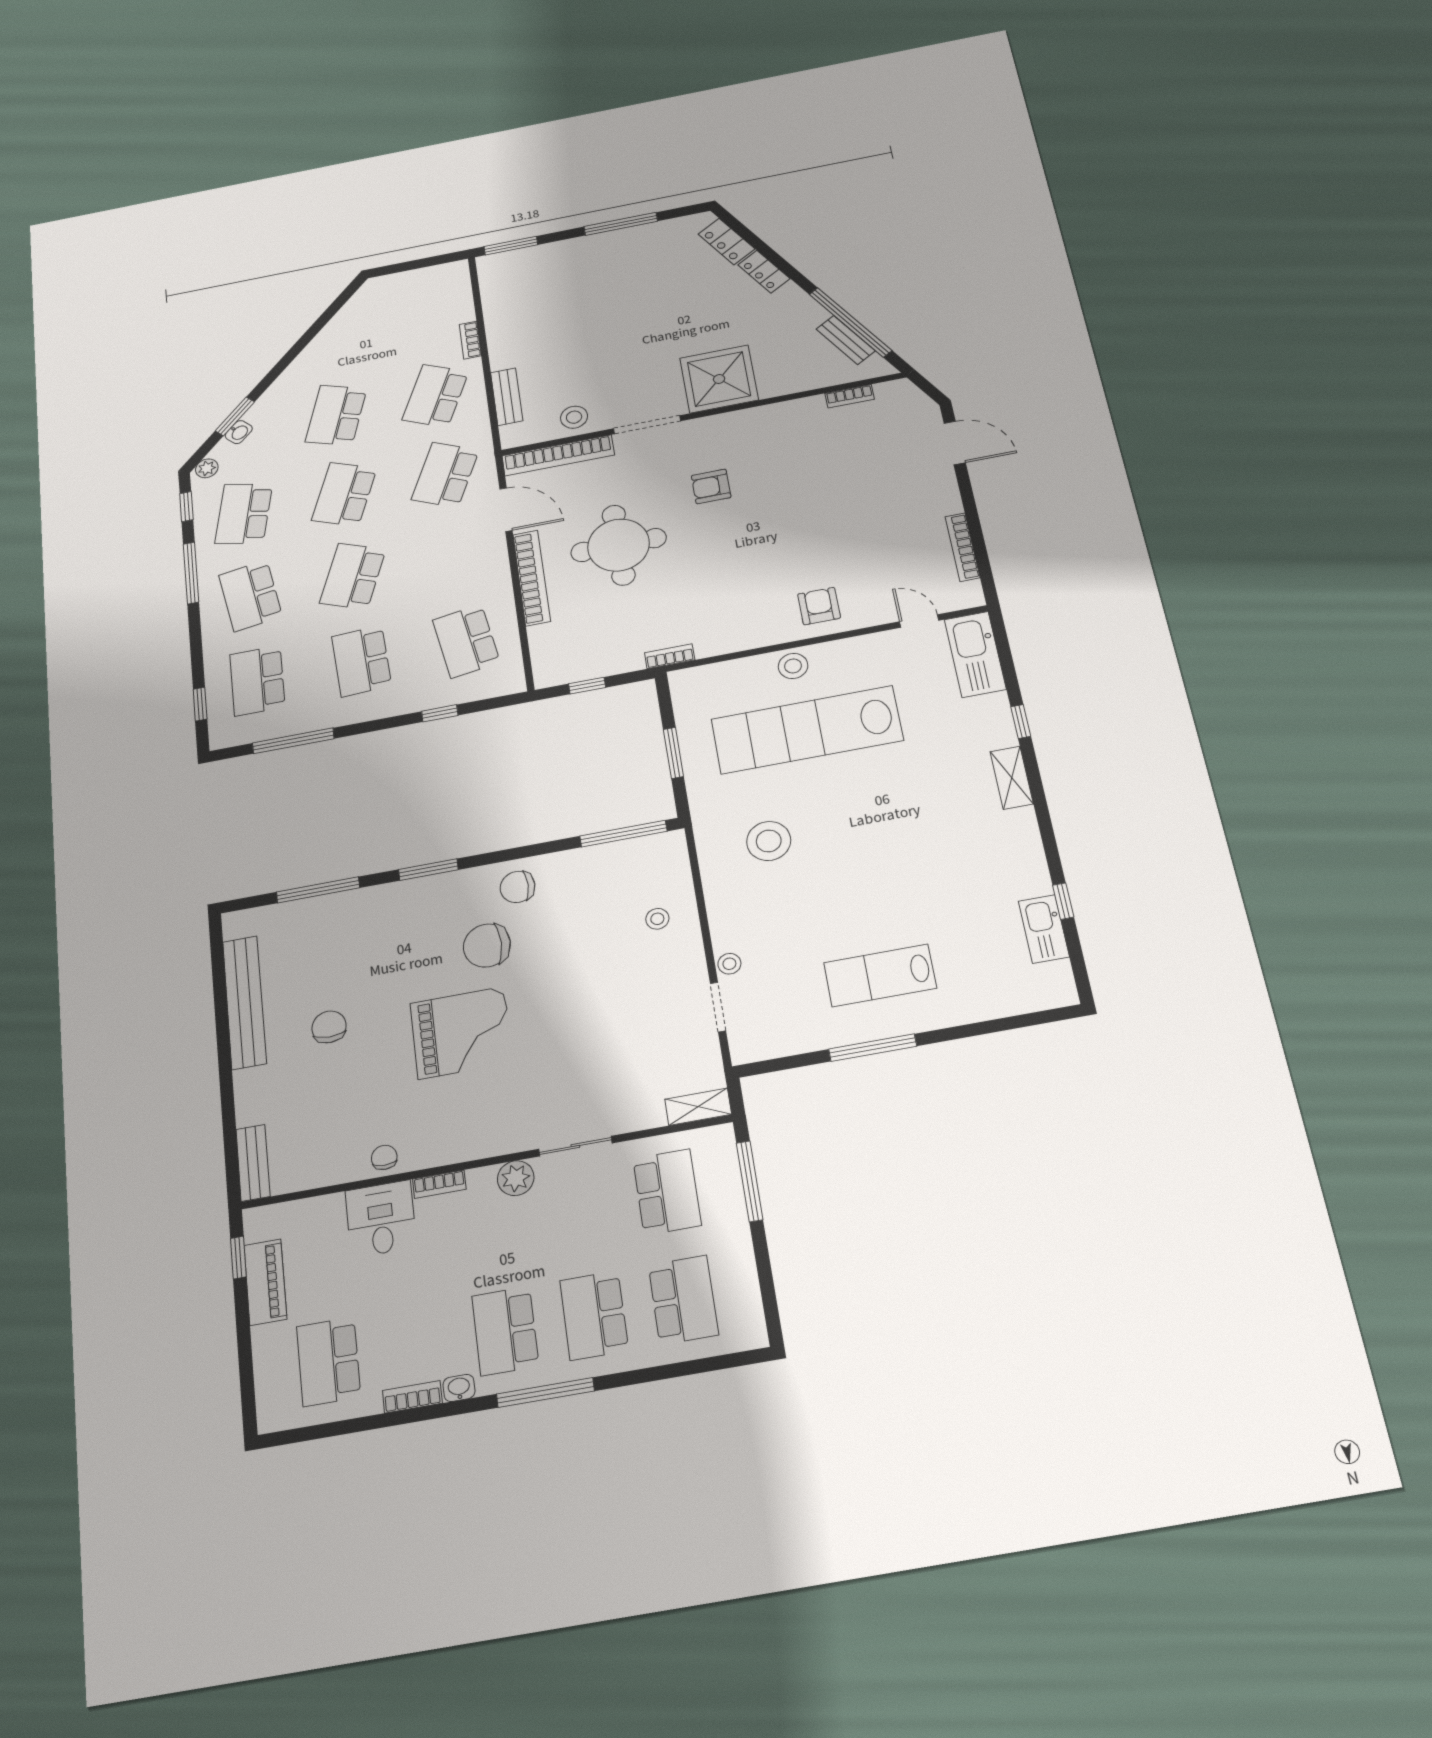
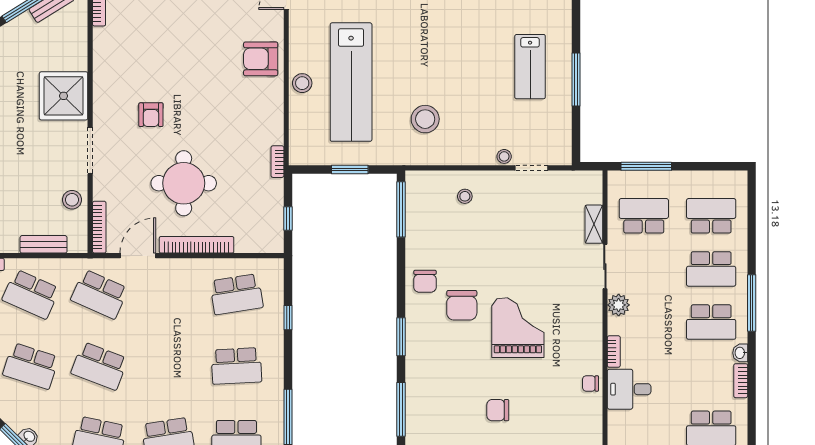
bookcase: (558, 455) -> (99, 227), width x0.68, depth x0.76
school desk: (353, 576) -> (168, 366), removed
armchair: (819, 606) -> (261, 59), width x1.38, depth x1.38
shelving: (698, 1107) -> (594, 224), moved

